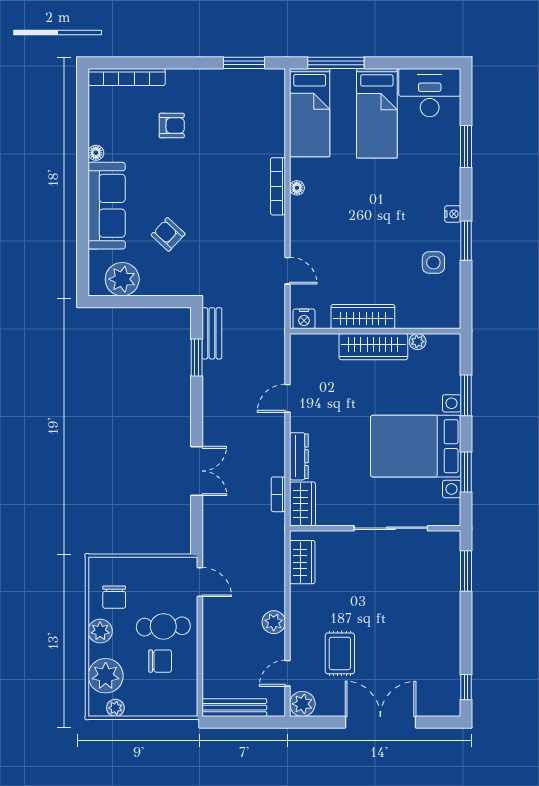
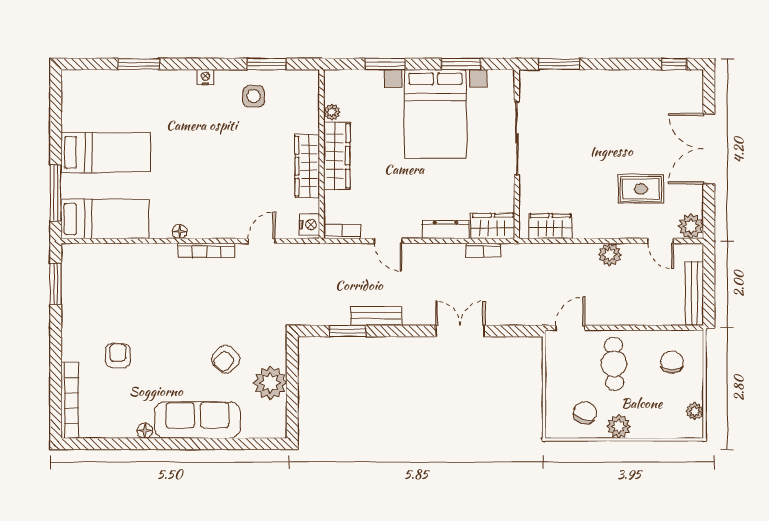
desk: (430, 93) -> (85, 100), removed
bookcase: (278, 186) -> (206, 250), moved
window: (466, 241) -> (267, 64), moved
plant: (122, 279) -> (270, 383), moved
bench: (212, 333) -> (376, 316), moved
bookcase: (297, 352) -> (342, 231), added
chair: (114, 597) -> (585, 413), turned -72
chair: (160, 661) -> (672, 362), moved
plant: (106, 676) -> (663, 421), removed

